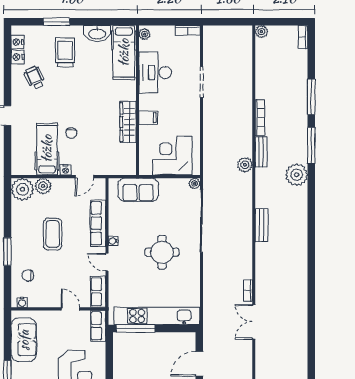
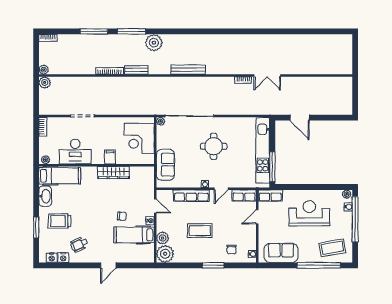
plant: (245, 165) -> (45, 82), moved
bench: (262, 225) -> (188, 70), width x1.36

